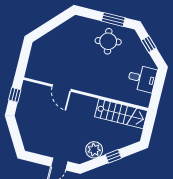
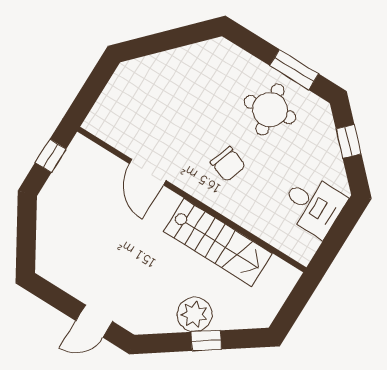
chair: (97, 72) -> (228, 164), added
stairs: (121, 114) -> (218, 242), moved
plant: (94, 150) -> (194, 314), moved

